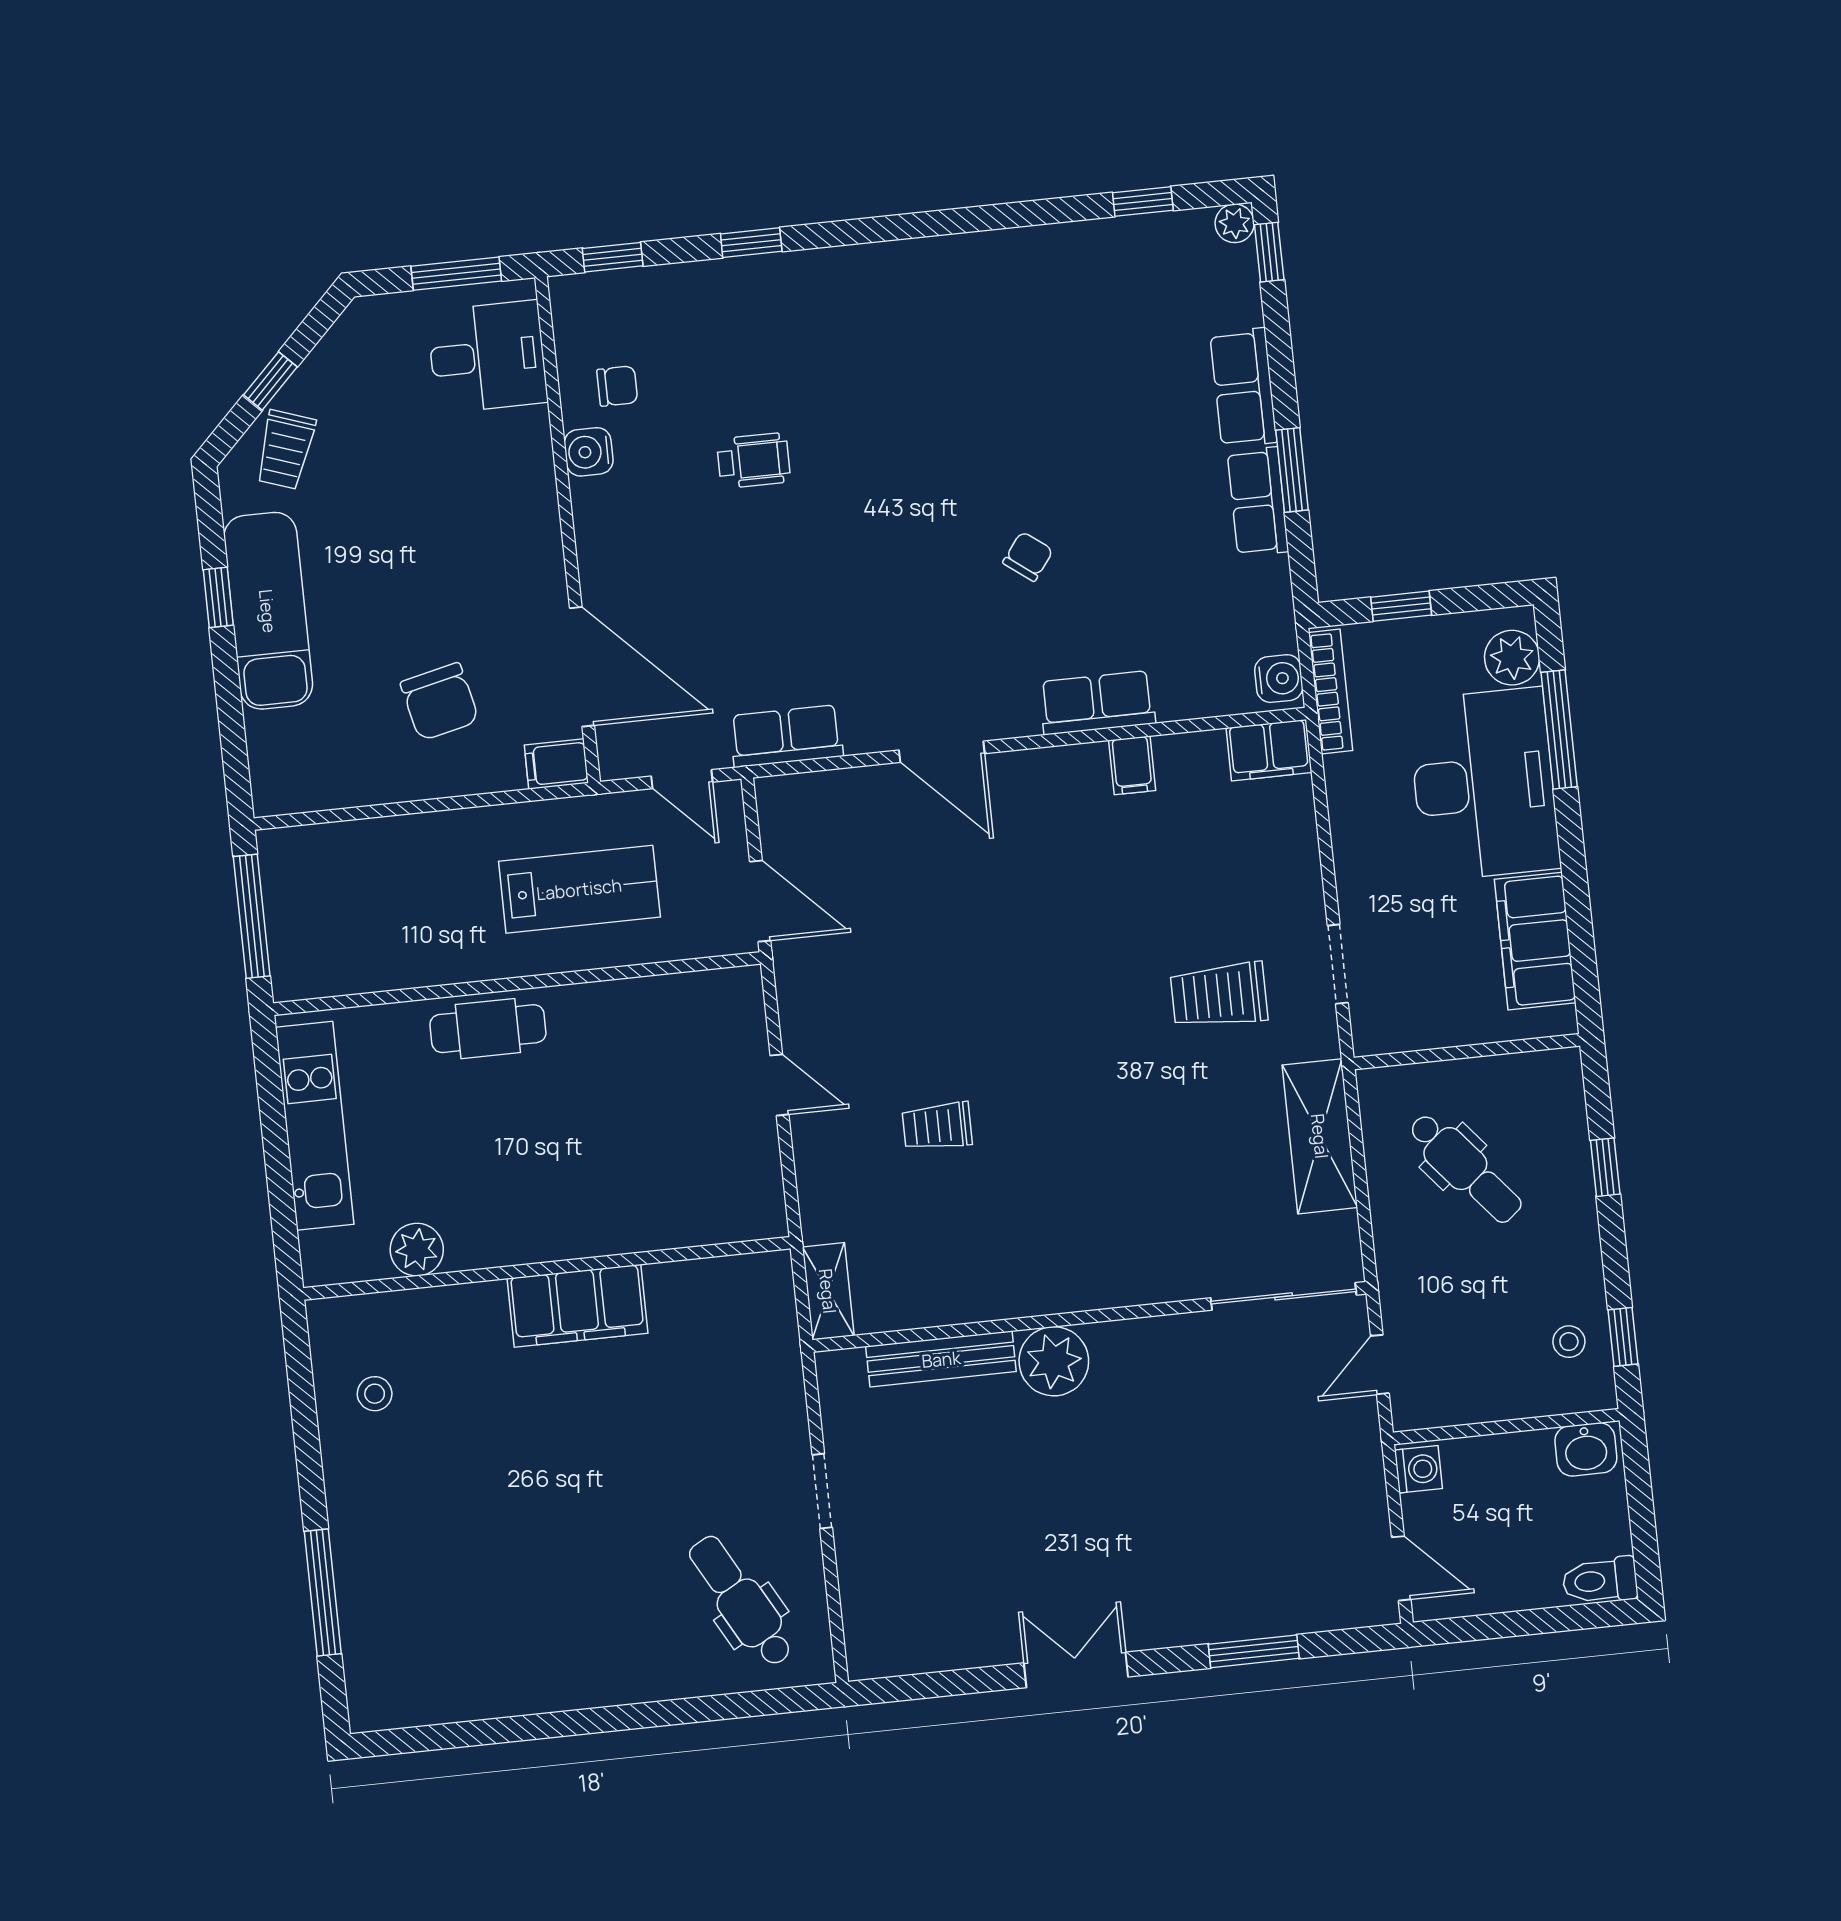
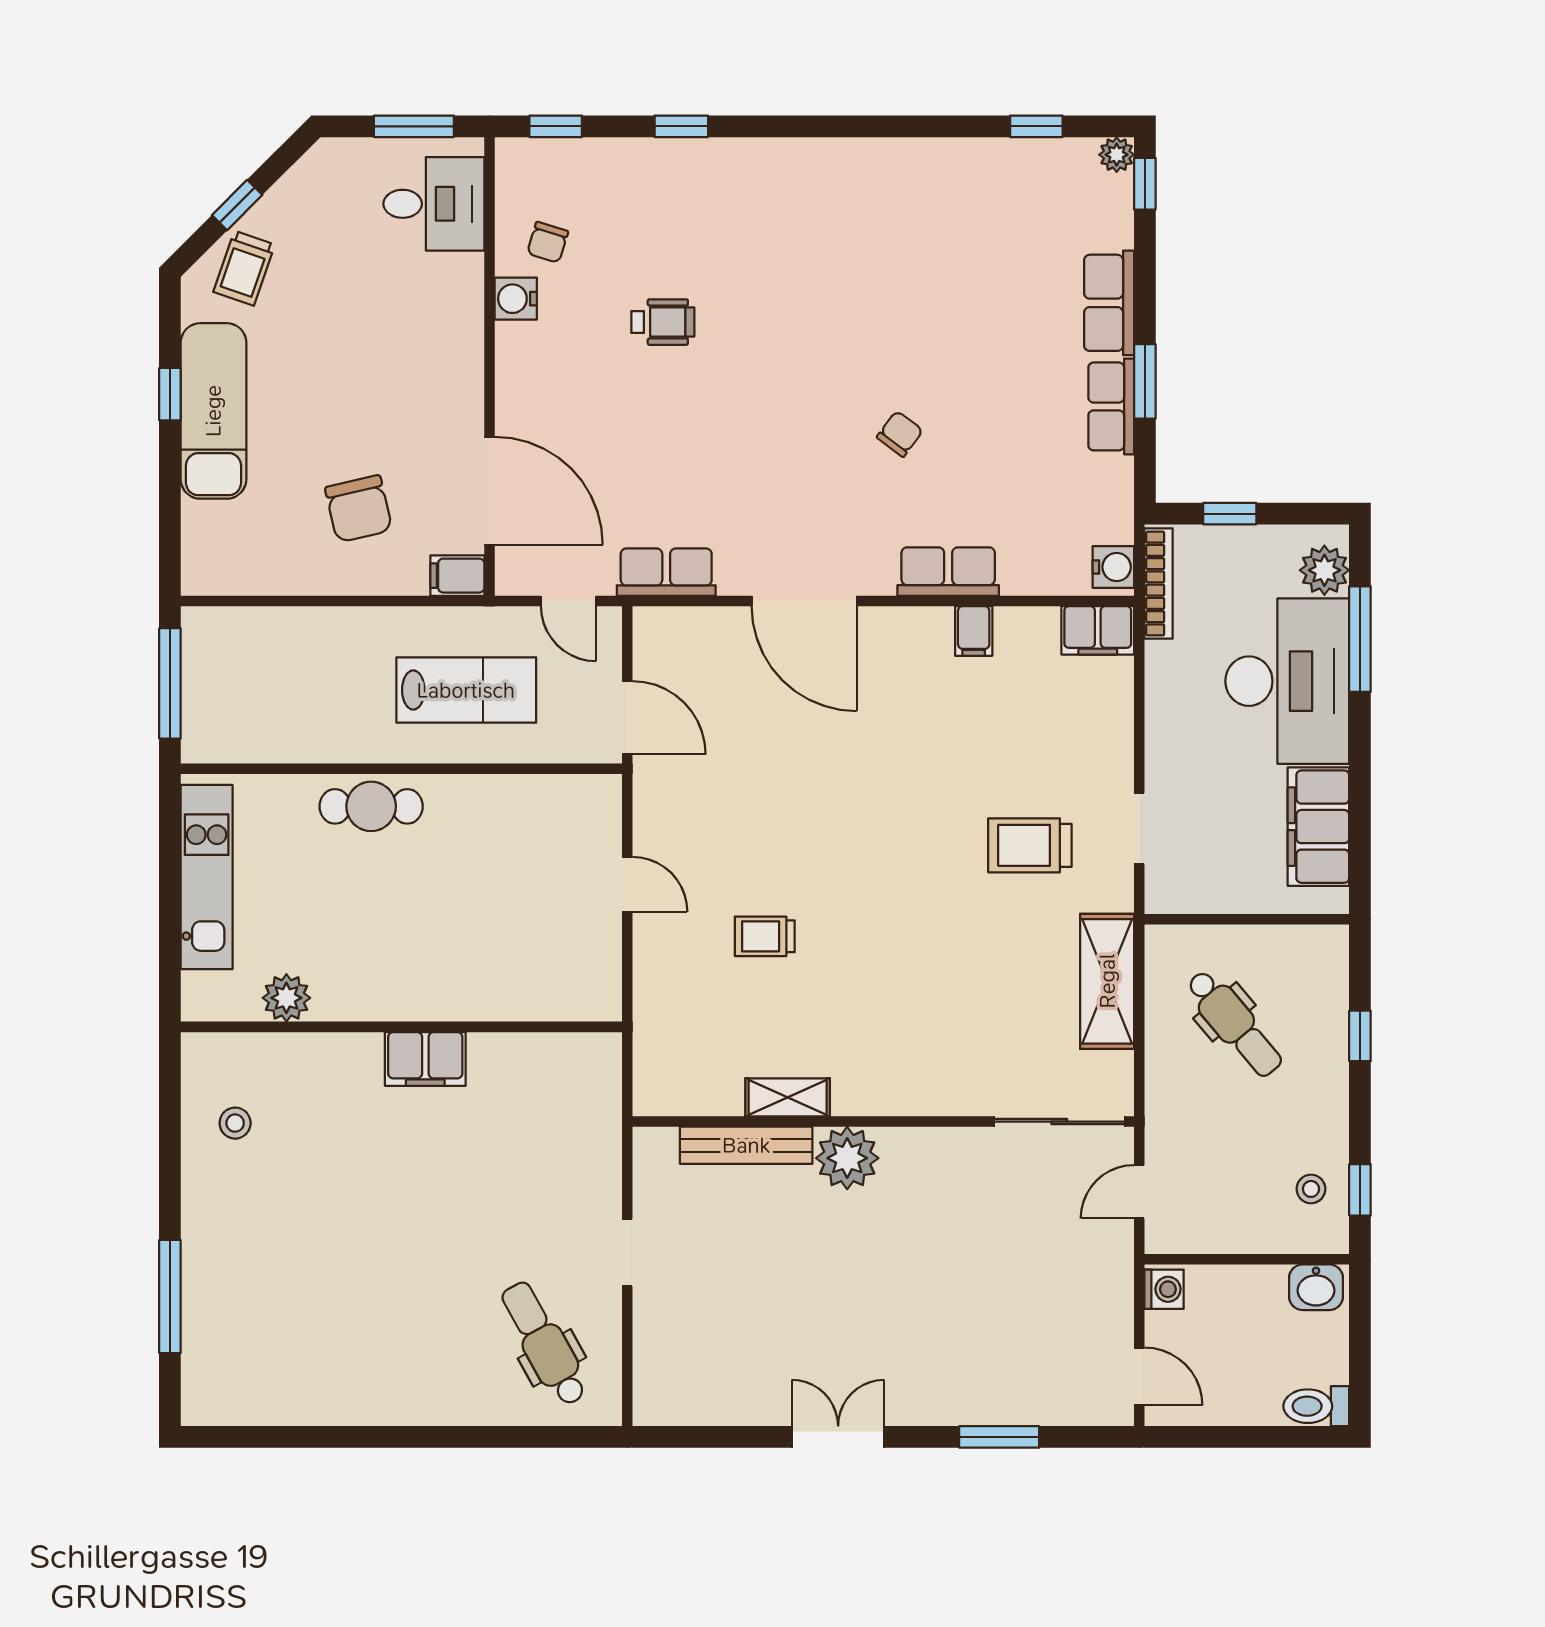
chair: (617, 386) -> (548, 242), turned 107
door: (942, 752) -> (804, 601), width x1.36
shelving: (828, 1291) -> (788, 1097), moved, turned 90
filing cabinet: (577, 1306) -> (425, 1059), width x0.67, depth x0.86

